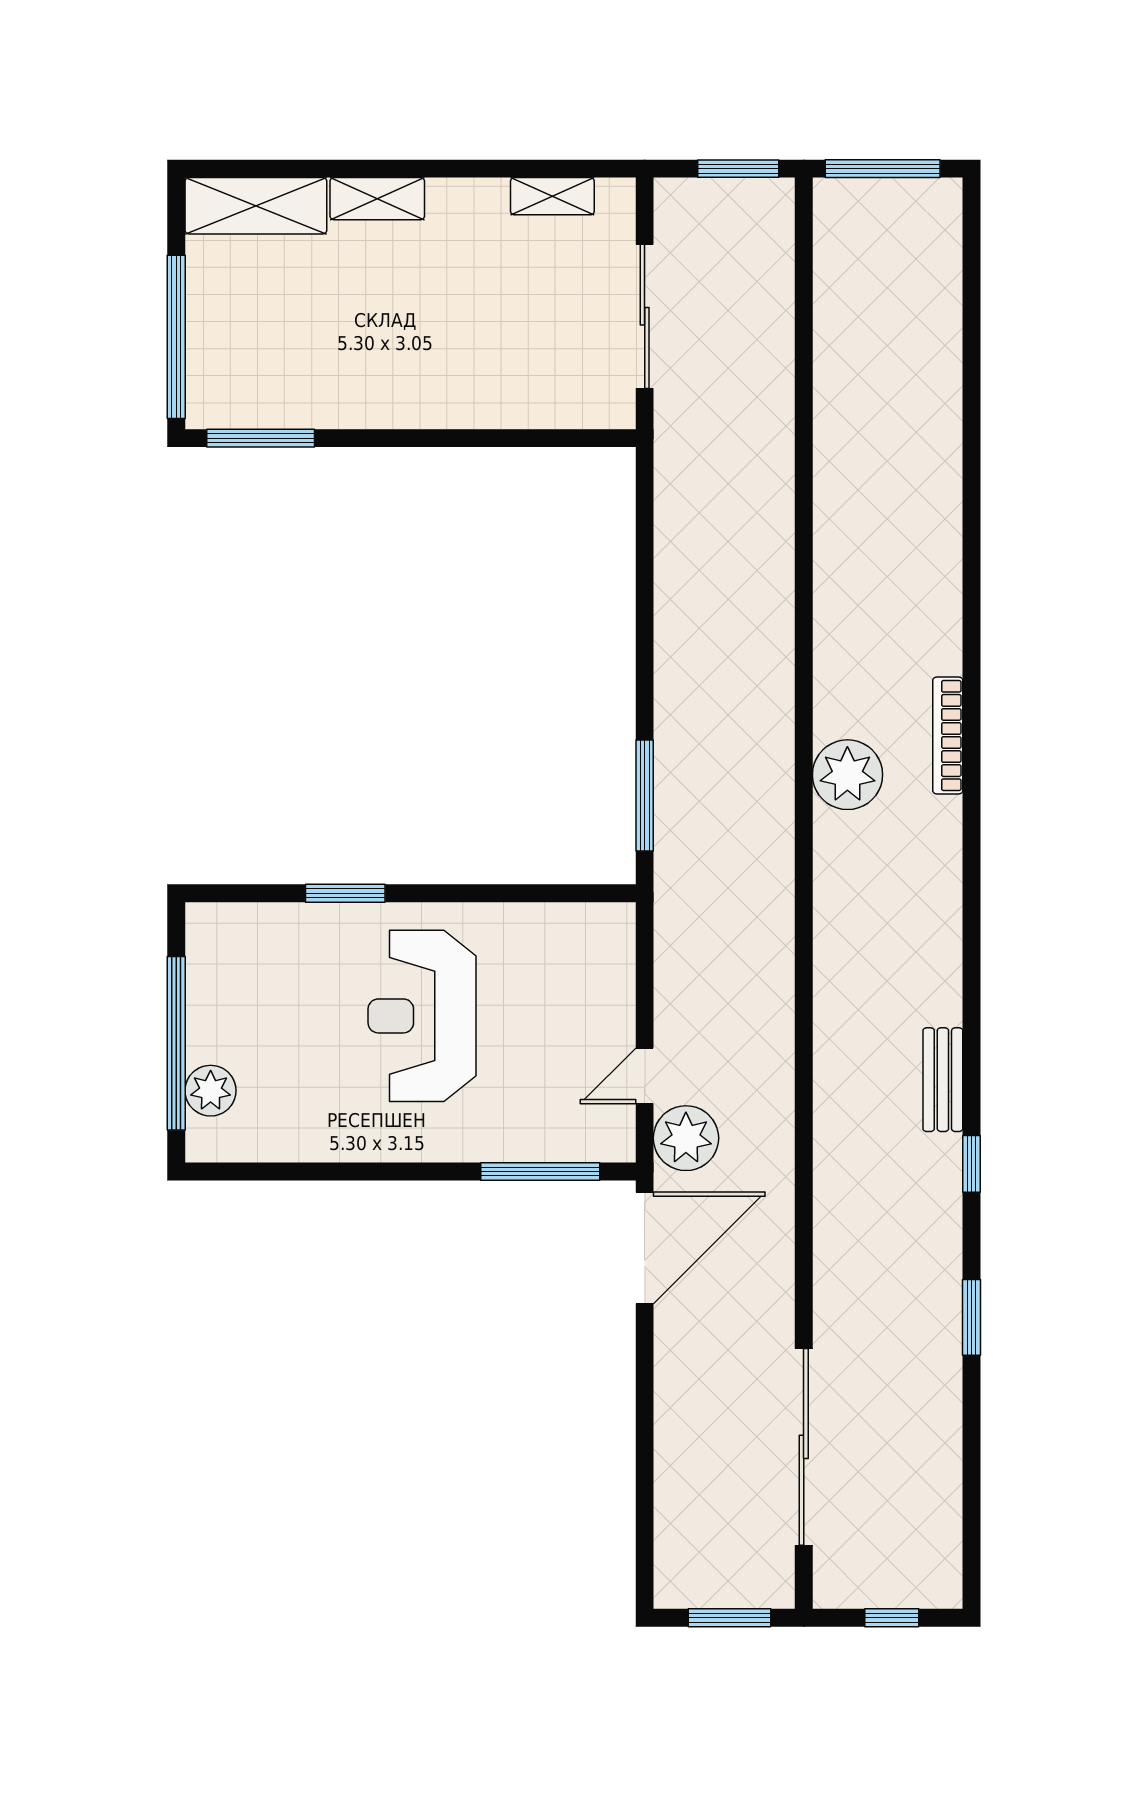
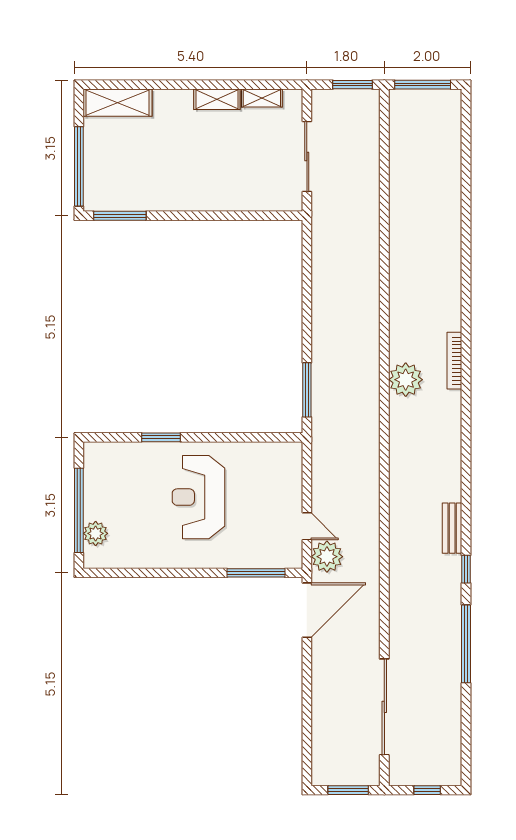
shelving: (377, 199) -> (217, 99), moved
door: (645, 1076) -> (307, 526), swing flipped
window: (972, 1317) -> (466, 644), width x2.11

